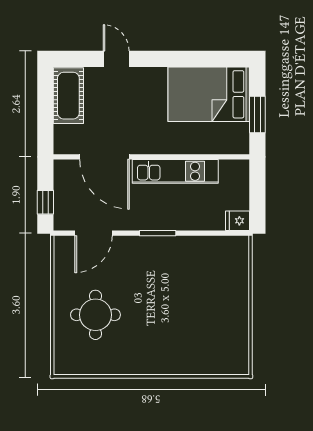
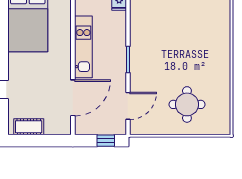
cot: (68, 96) -> (29, 127), width x0.73, depth x0.75
door: (93, 233) -> (128, 106), hinge flipped

